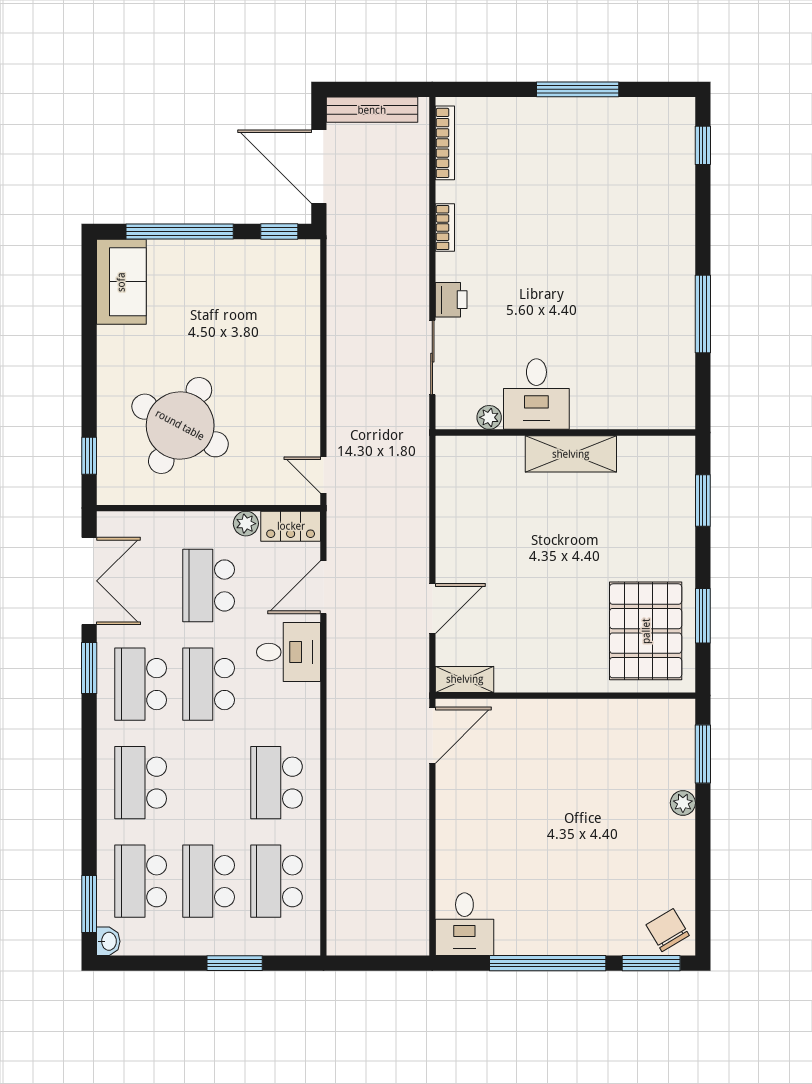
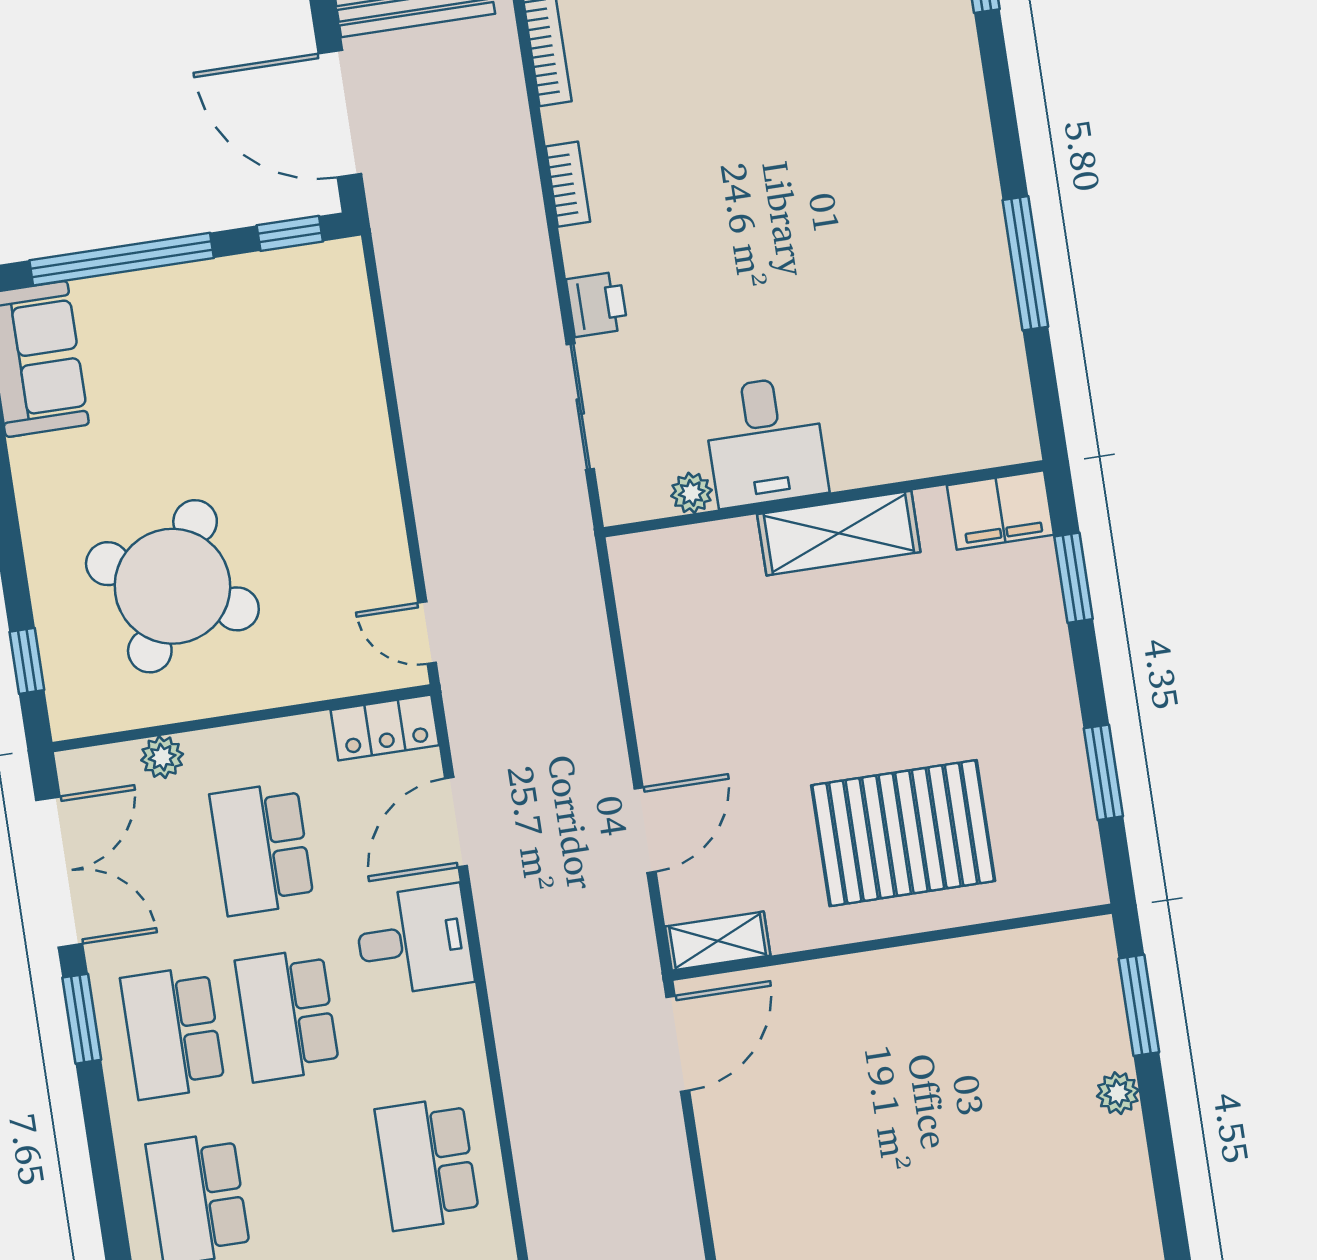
filing cabinet: (667, 455) -> (1000, 510), added
plant: (246, 524) -> (162, 757), moved
pallet: (646, 631) -> (903, 833), moved, turned 90

